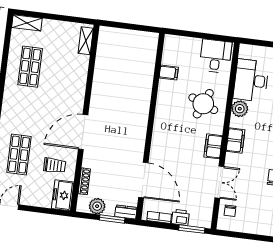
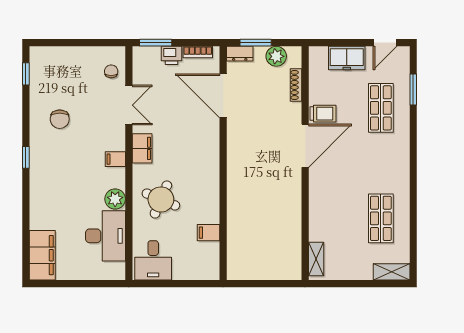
filing cabinet: (236, 140) -> (115, 159), width x0.50
trolley: (55, 165) -> (323, 114), moved, turned 180
double door: (219, 182) -> (129, 105), swing flipped
freezer: (63, 195) -> (347, 58), moved, turned 90

